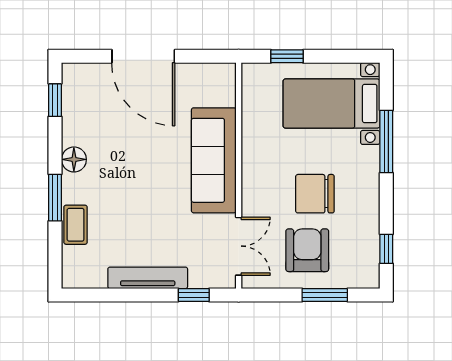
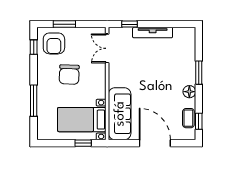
bed with nightstands: (332, 104) -> (82, 120), moved, turned 180
sofa: (214, 160) -> (120, 114), moved
chair: (315, 194) -> (69, 75), turned 92
coffee table: (76, 225) -> (188, 118), moved
armchair: (307, 250) -> (54, 43), moved

